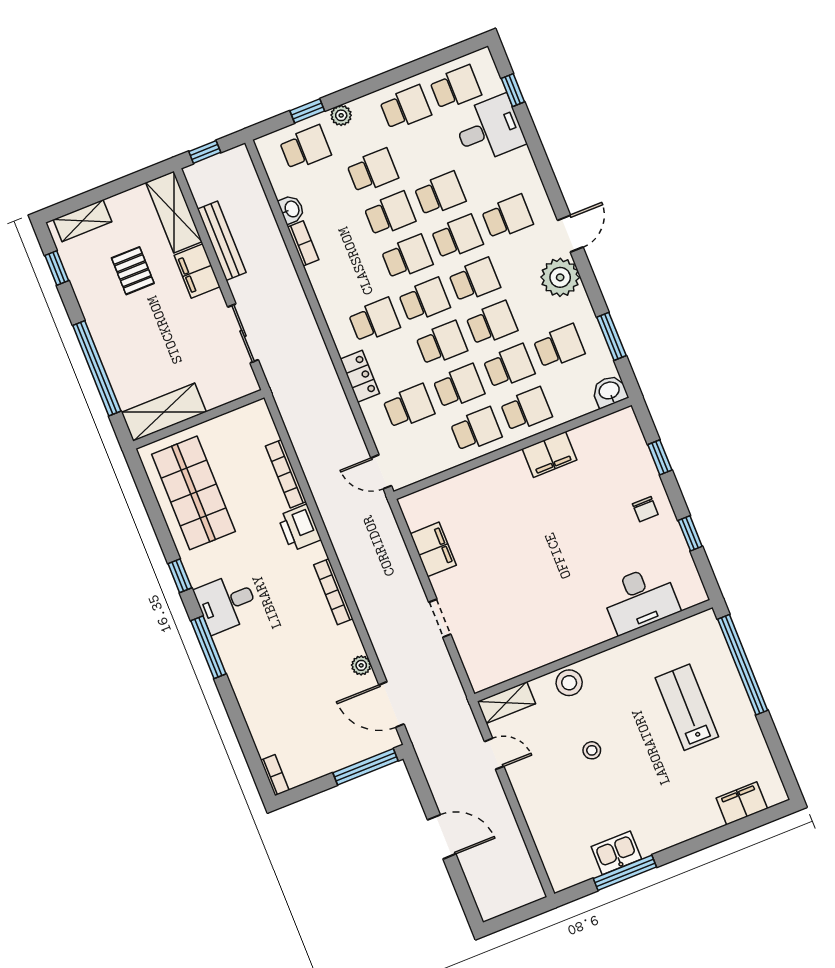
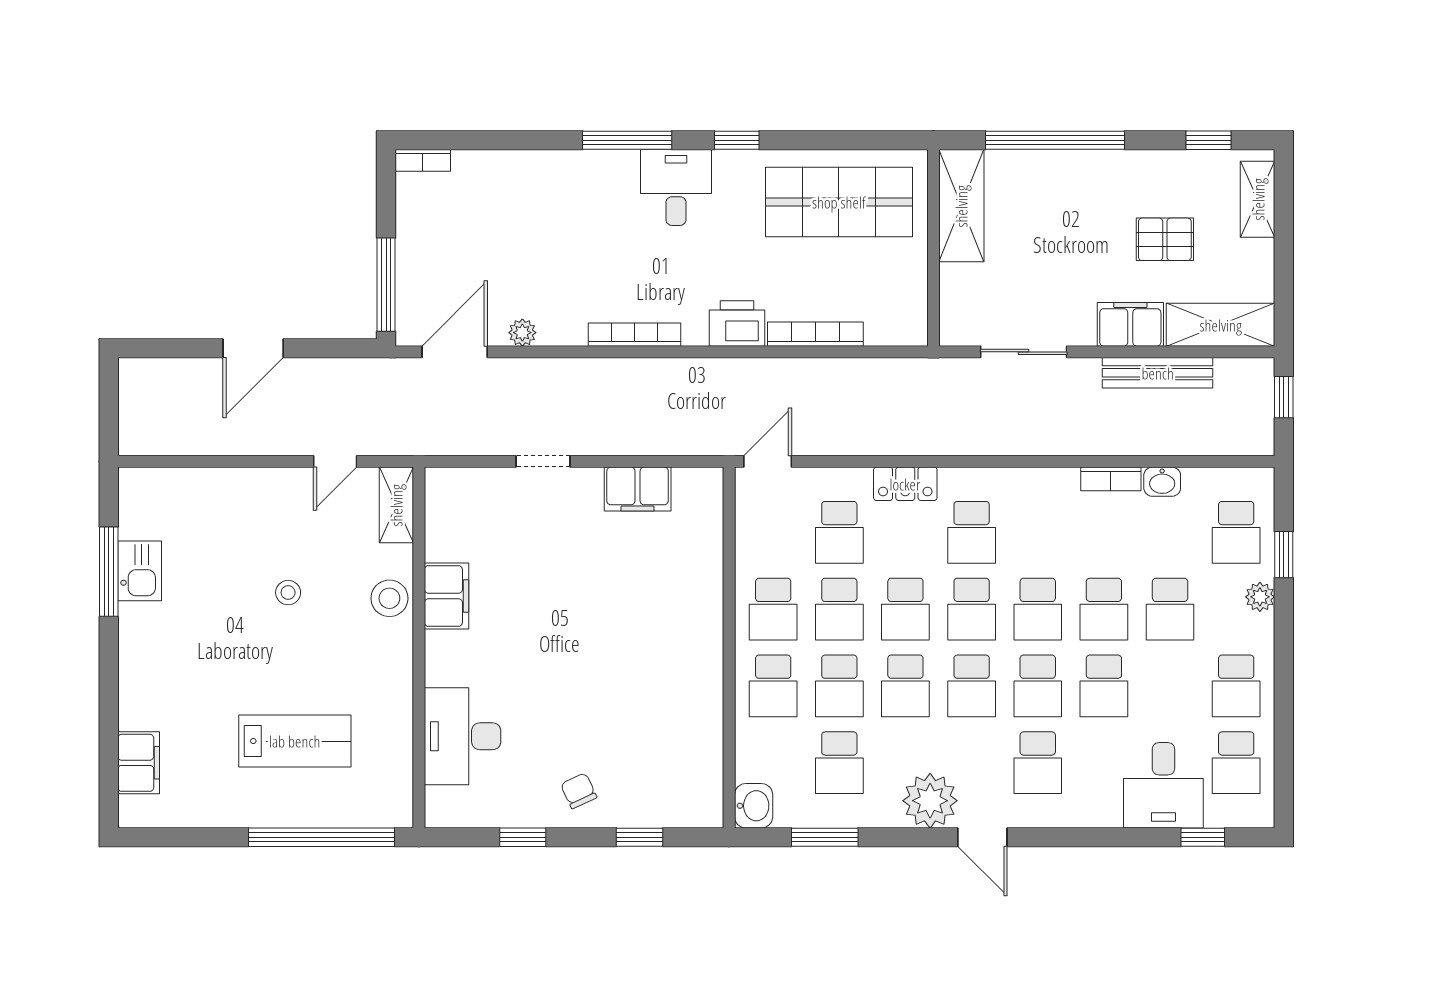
filing cabinet: (549, 454) -> (446, 596), moved, turned 180
chair: (645, 509) -> (579, 791), turned 65

